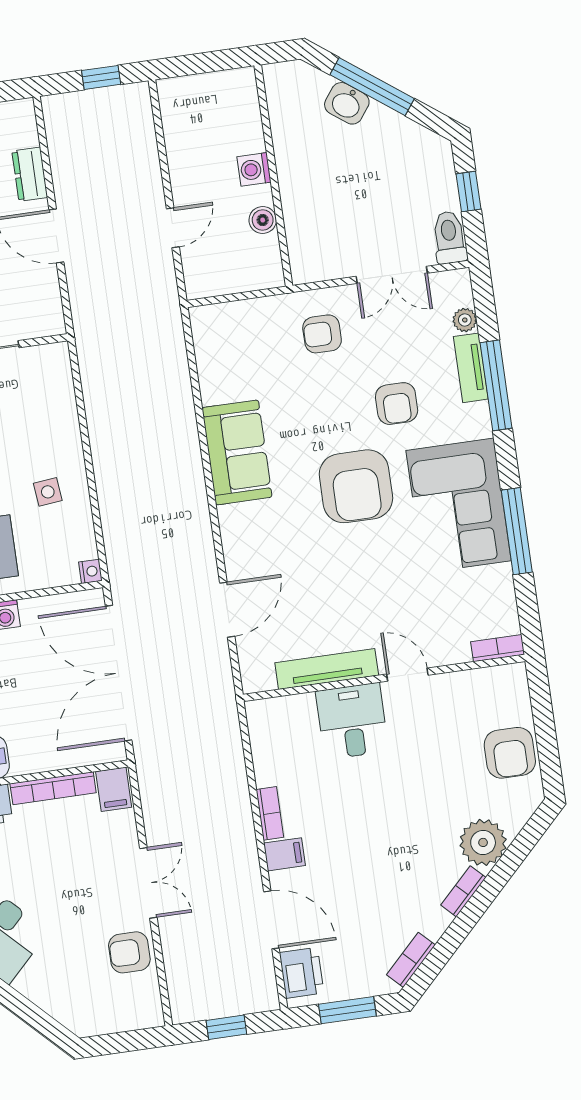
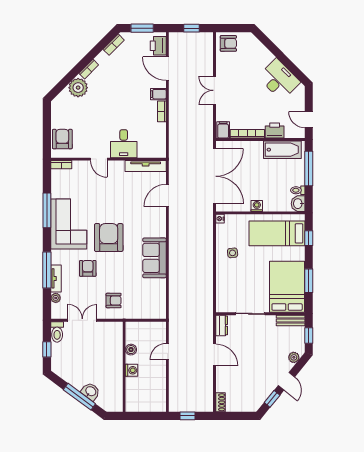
shoe rack: (25, 122) -> (220, 402), added
dresser: (30, 174) -> (222, 325), moved
tv unit: (327, 669) -> (146, 166), moved
armchair: (510, 753) -> (62, 139), moved
armchair: (129, 952) -> (228, 43), moved

